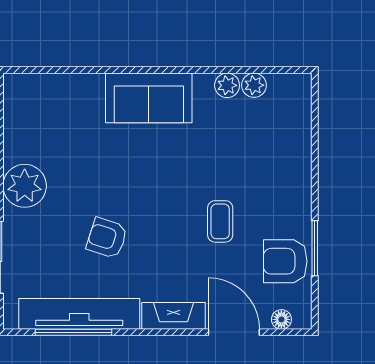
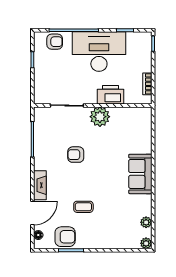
plant: (227, 85) -> (146, 243), moved
armchair: (107, 238) -> (76, 155), turned -108
armchair: (285, 261) -> (65, 237), turned 90
tv unit: (79, 314) -> (41, 142), removed

